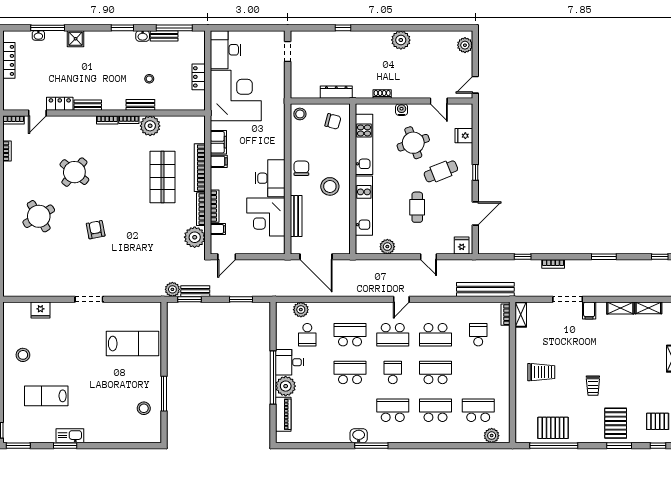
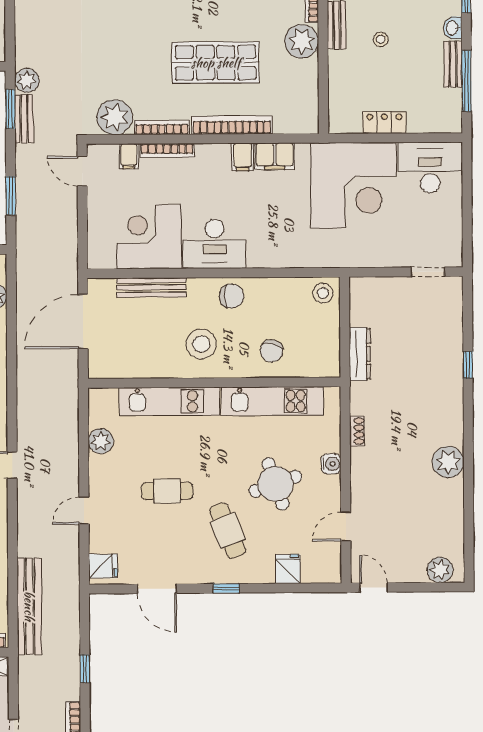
chair: (333, 121) -> (271, 351), moved

